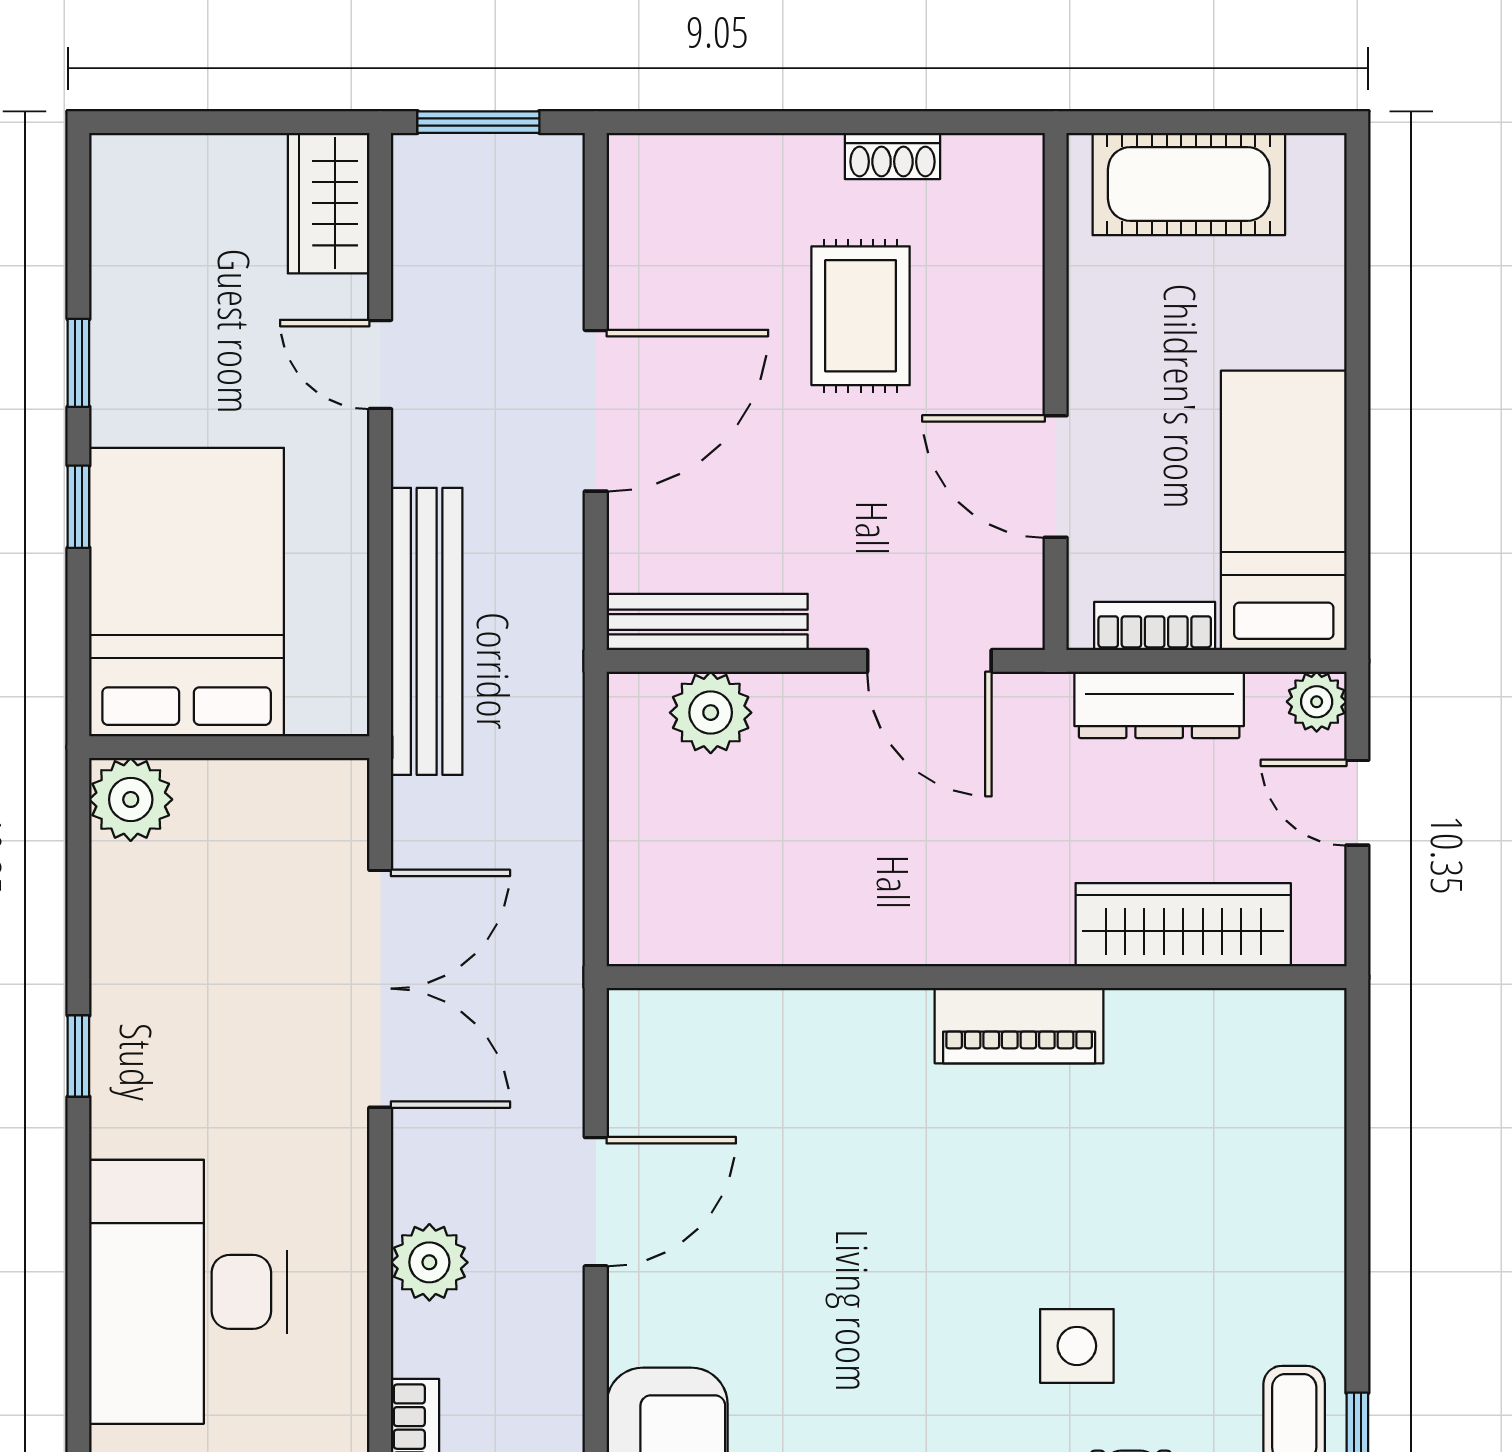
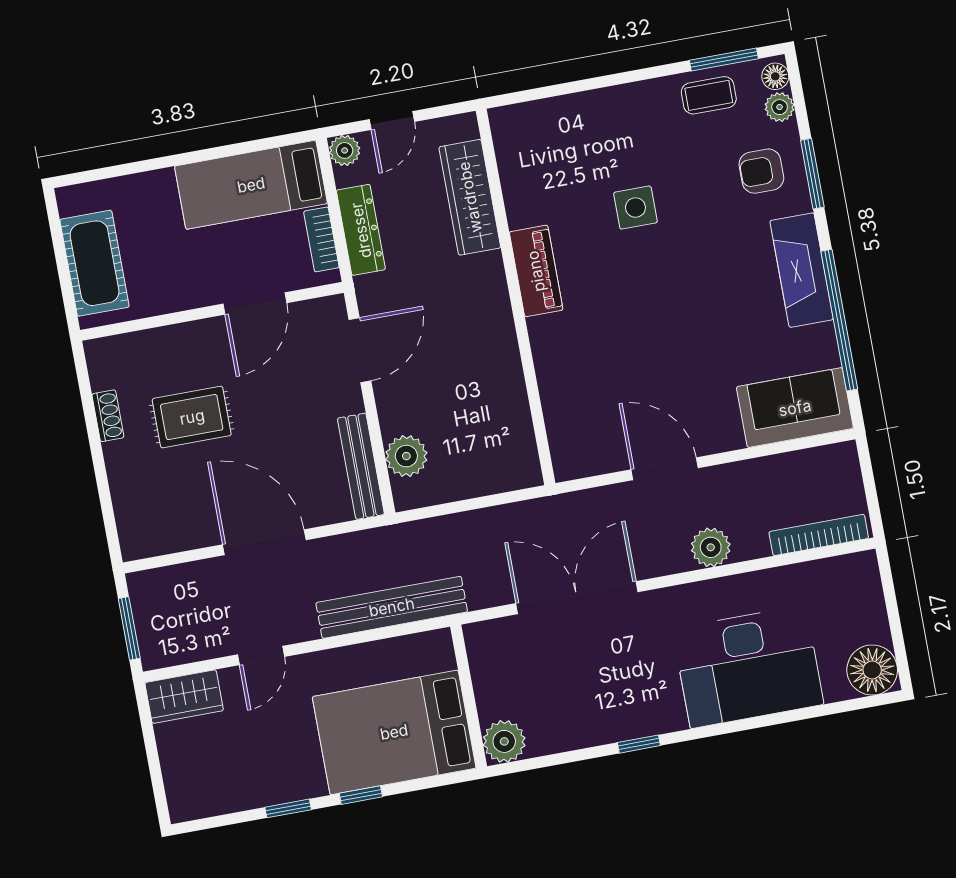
side table: (1077, 1346) -> (635, 208), moved

